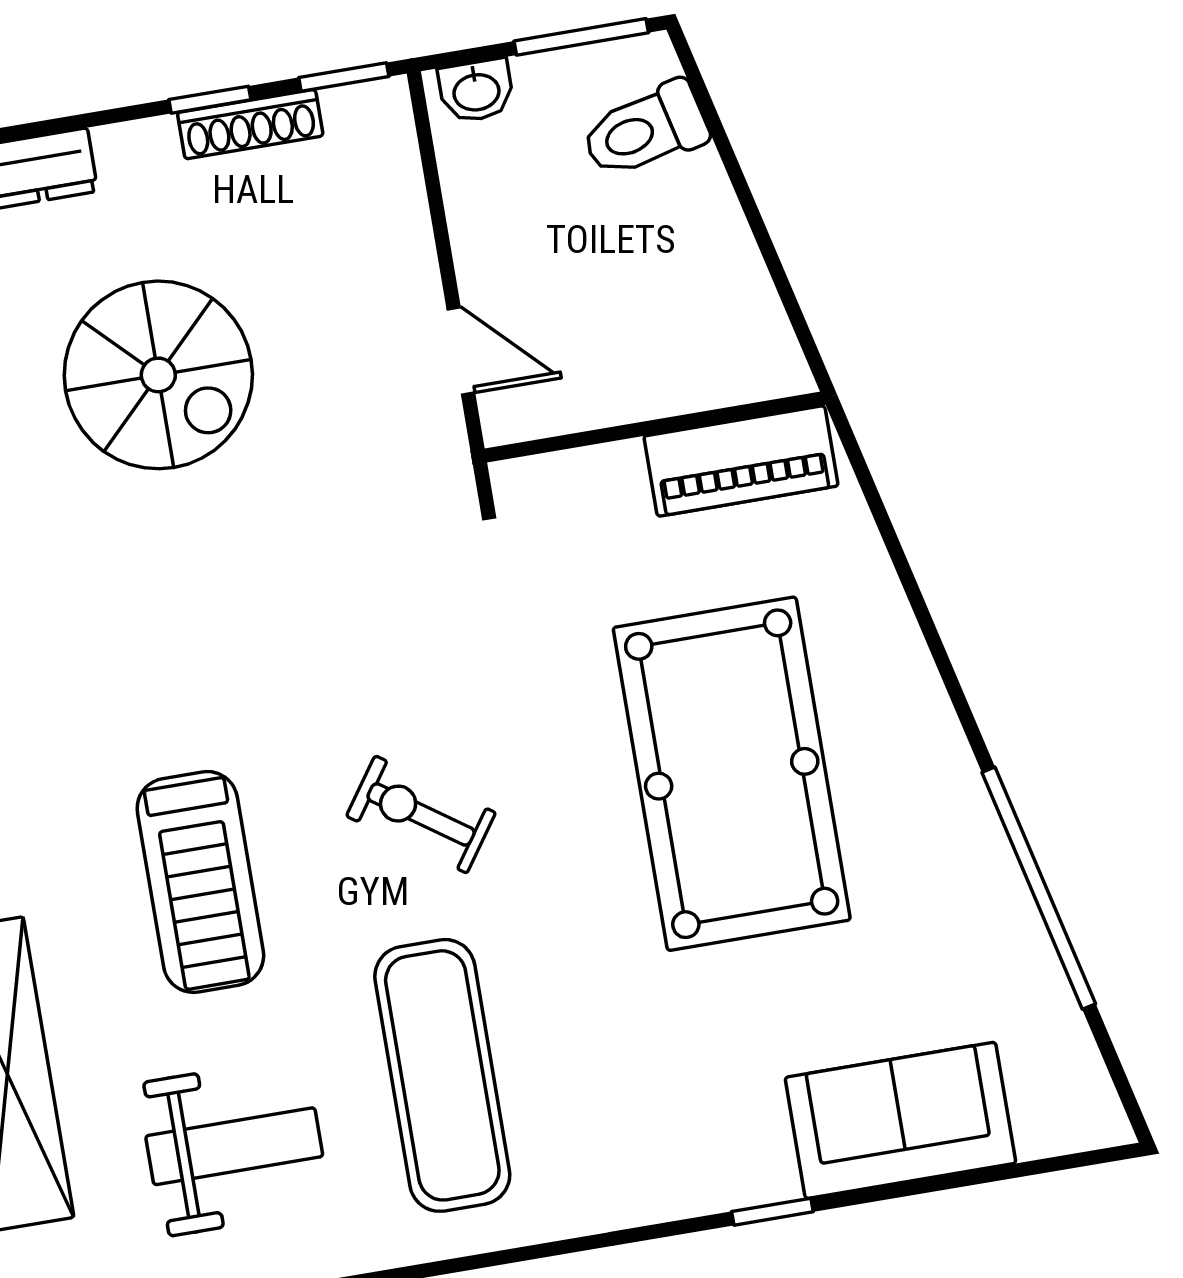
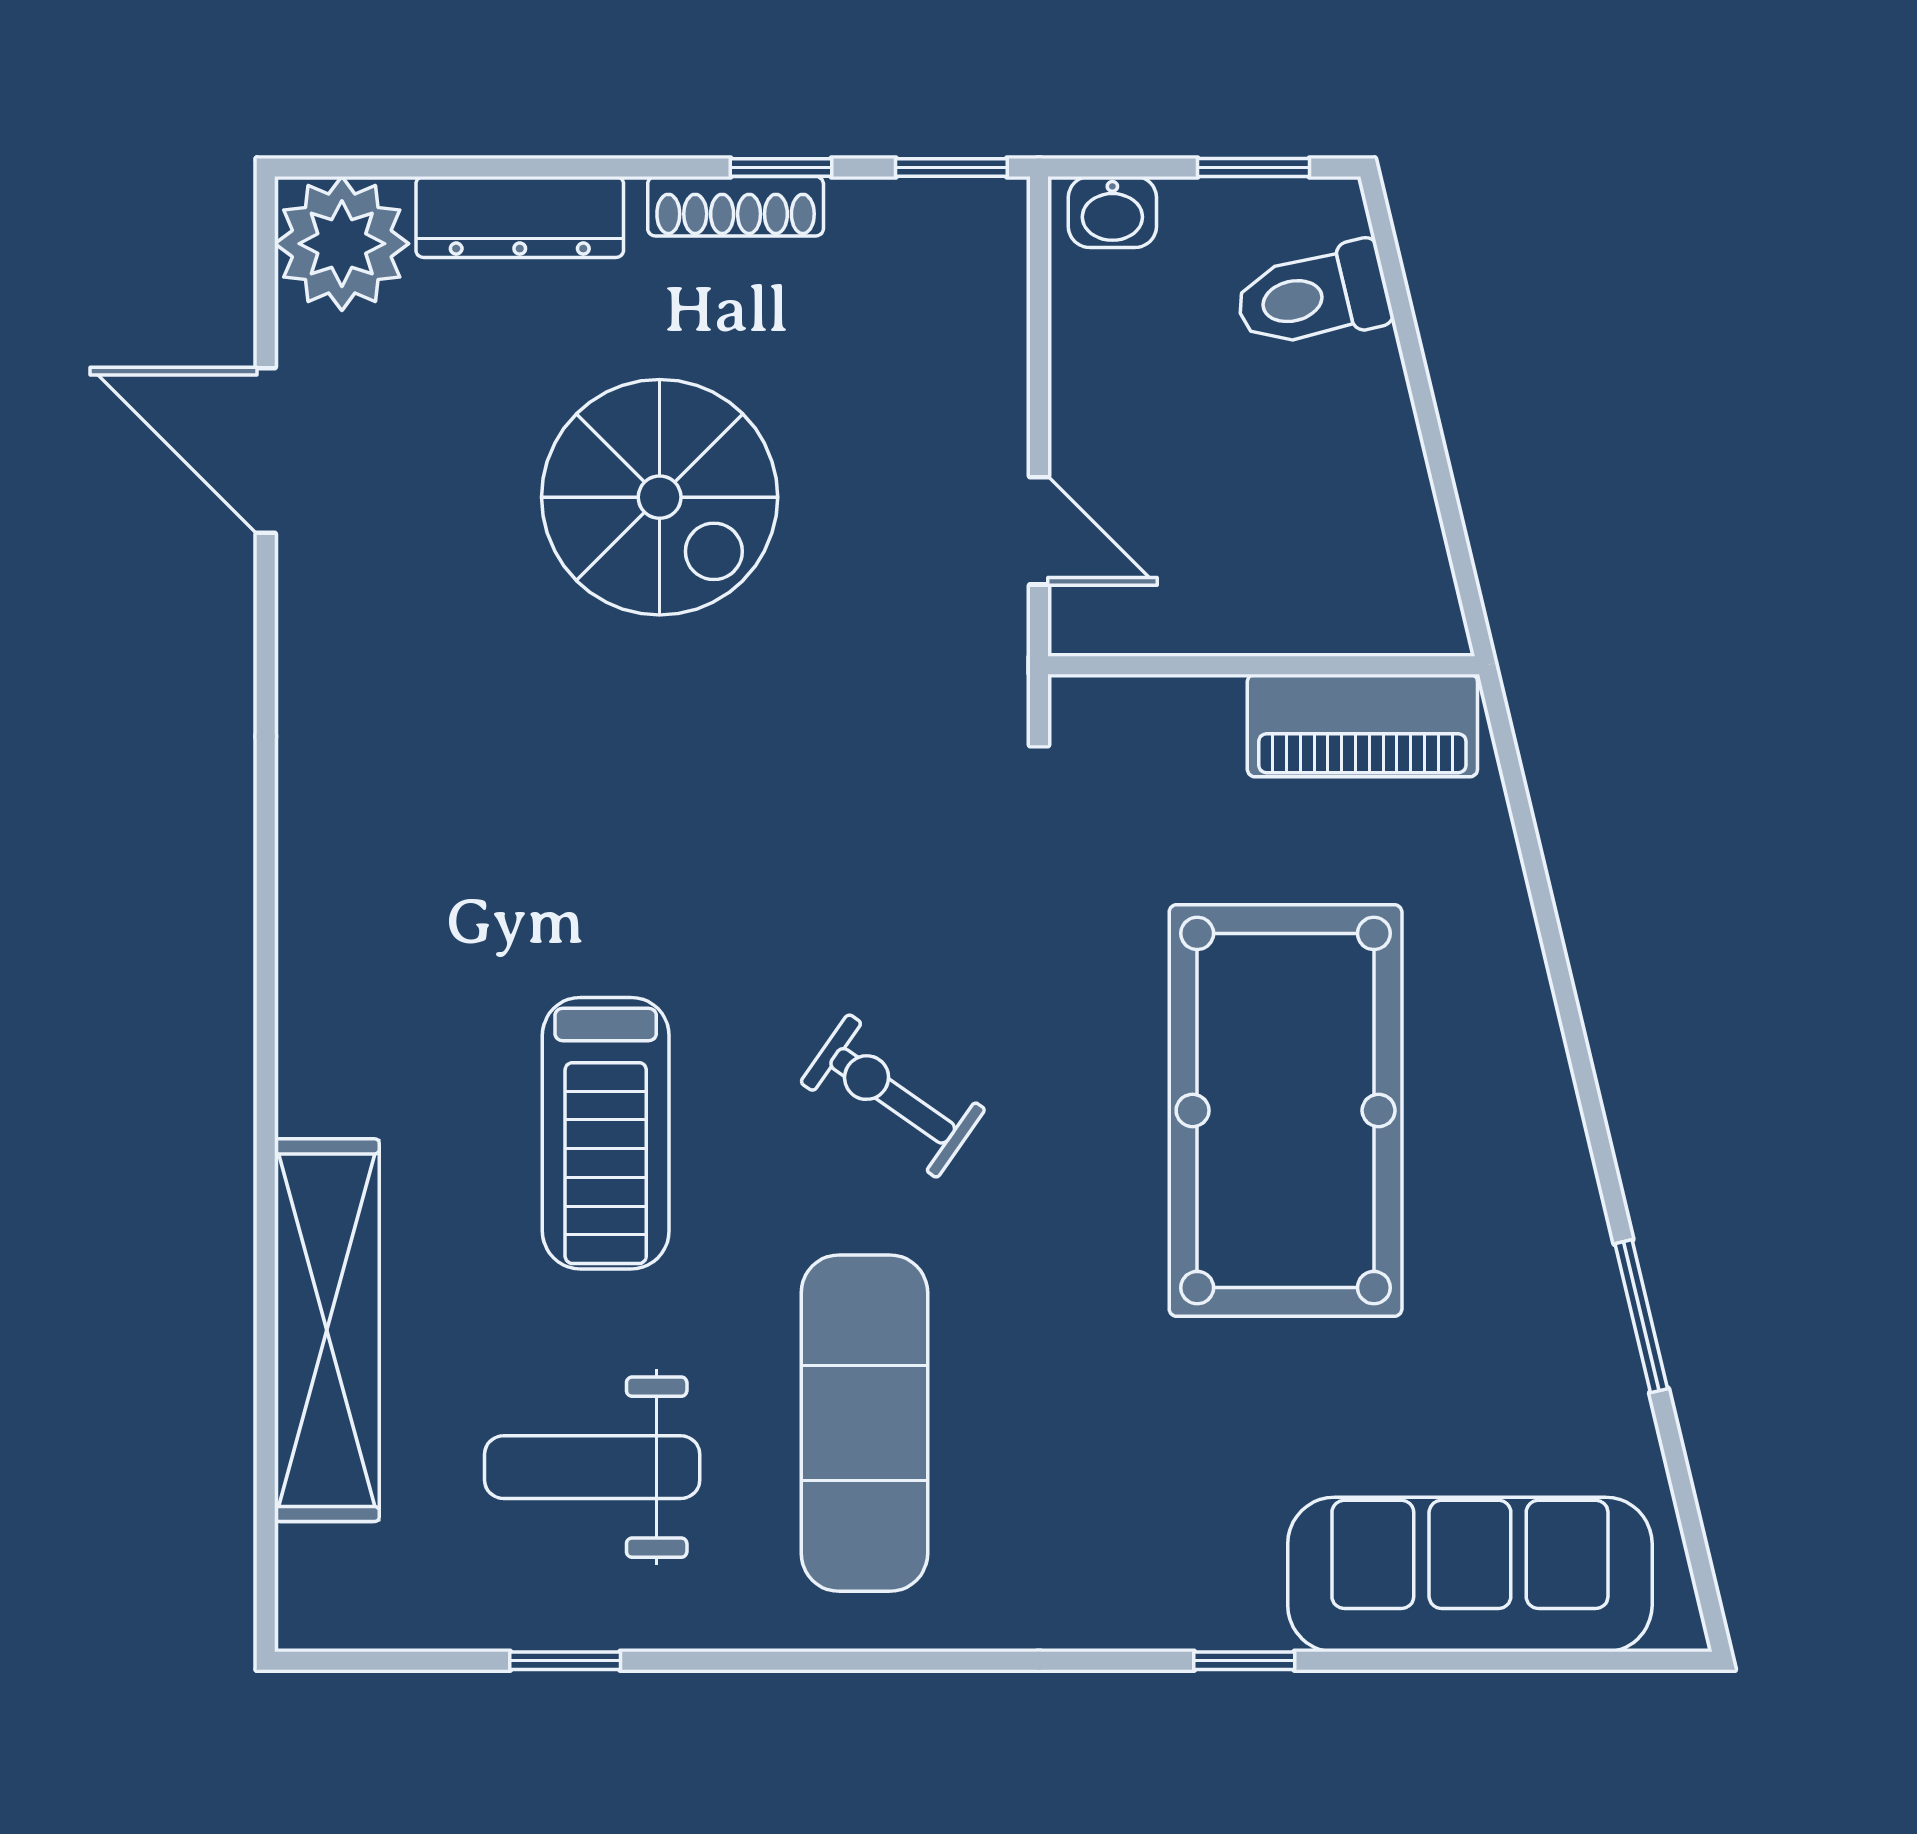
window: (581, 37) -> (1254, 167), width x0.67
shoe rack: (250, 124) -> (736, 206), moved
window: (1039, 888) -> (1641, 1316), width x0.47
sofa: (900, 1120) -> (1470, 1575), width x1.36
weight bench: (234, 1146) -> (592, 1467), turned 180

